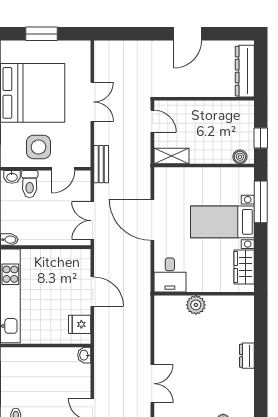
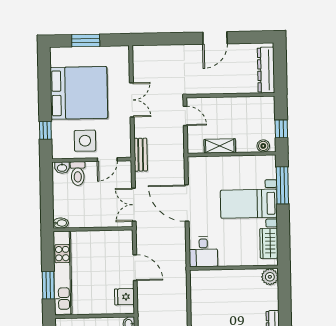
shelving: (171, 156) -> (220, 146), moved
plant: (196, 305) -> (270, 277), moved

